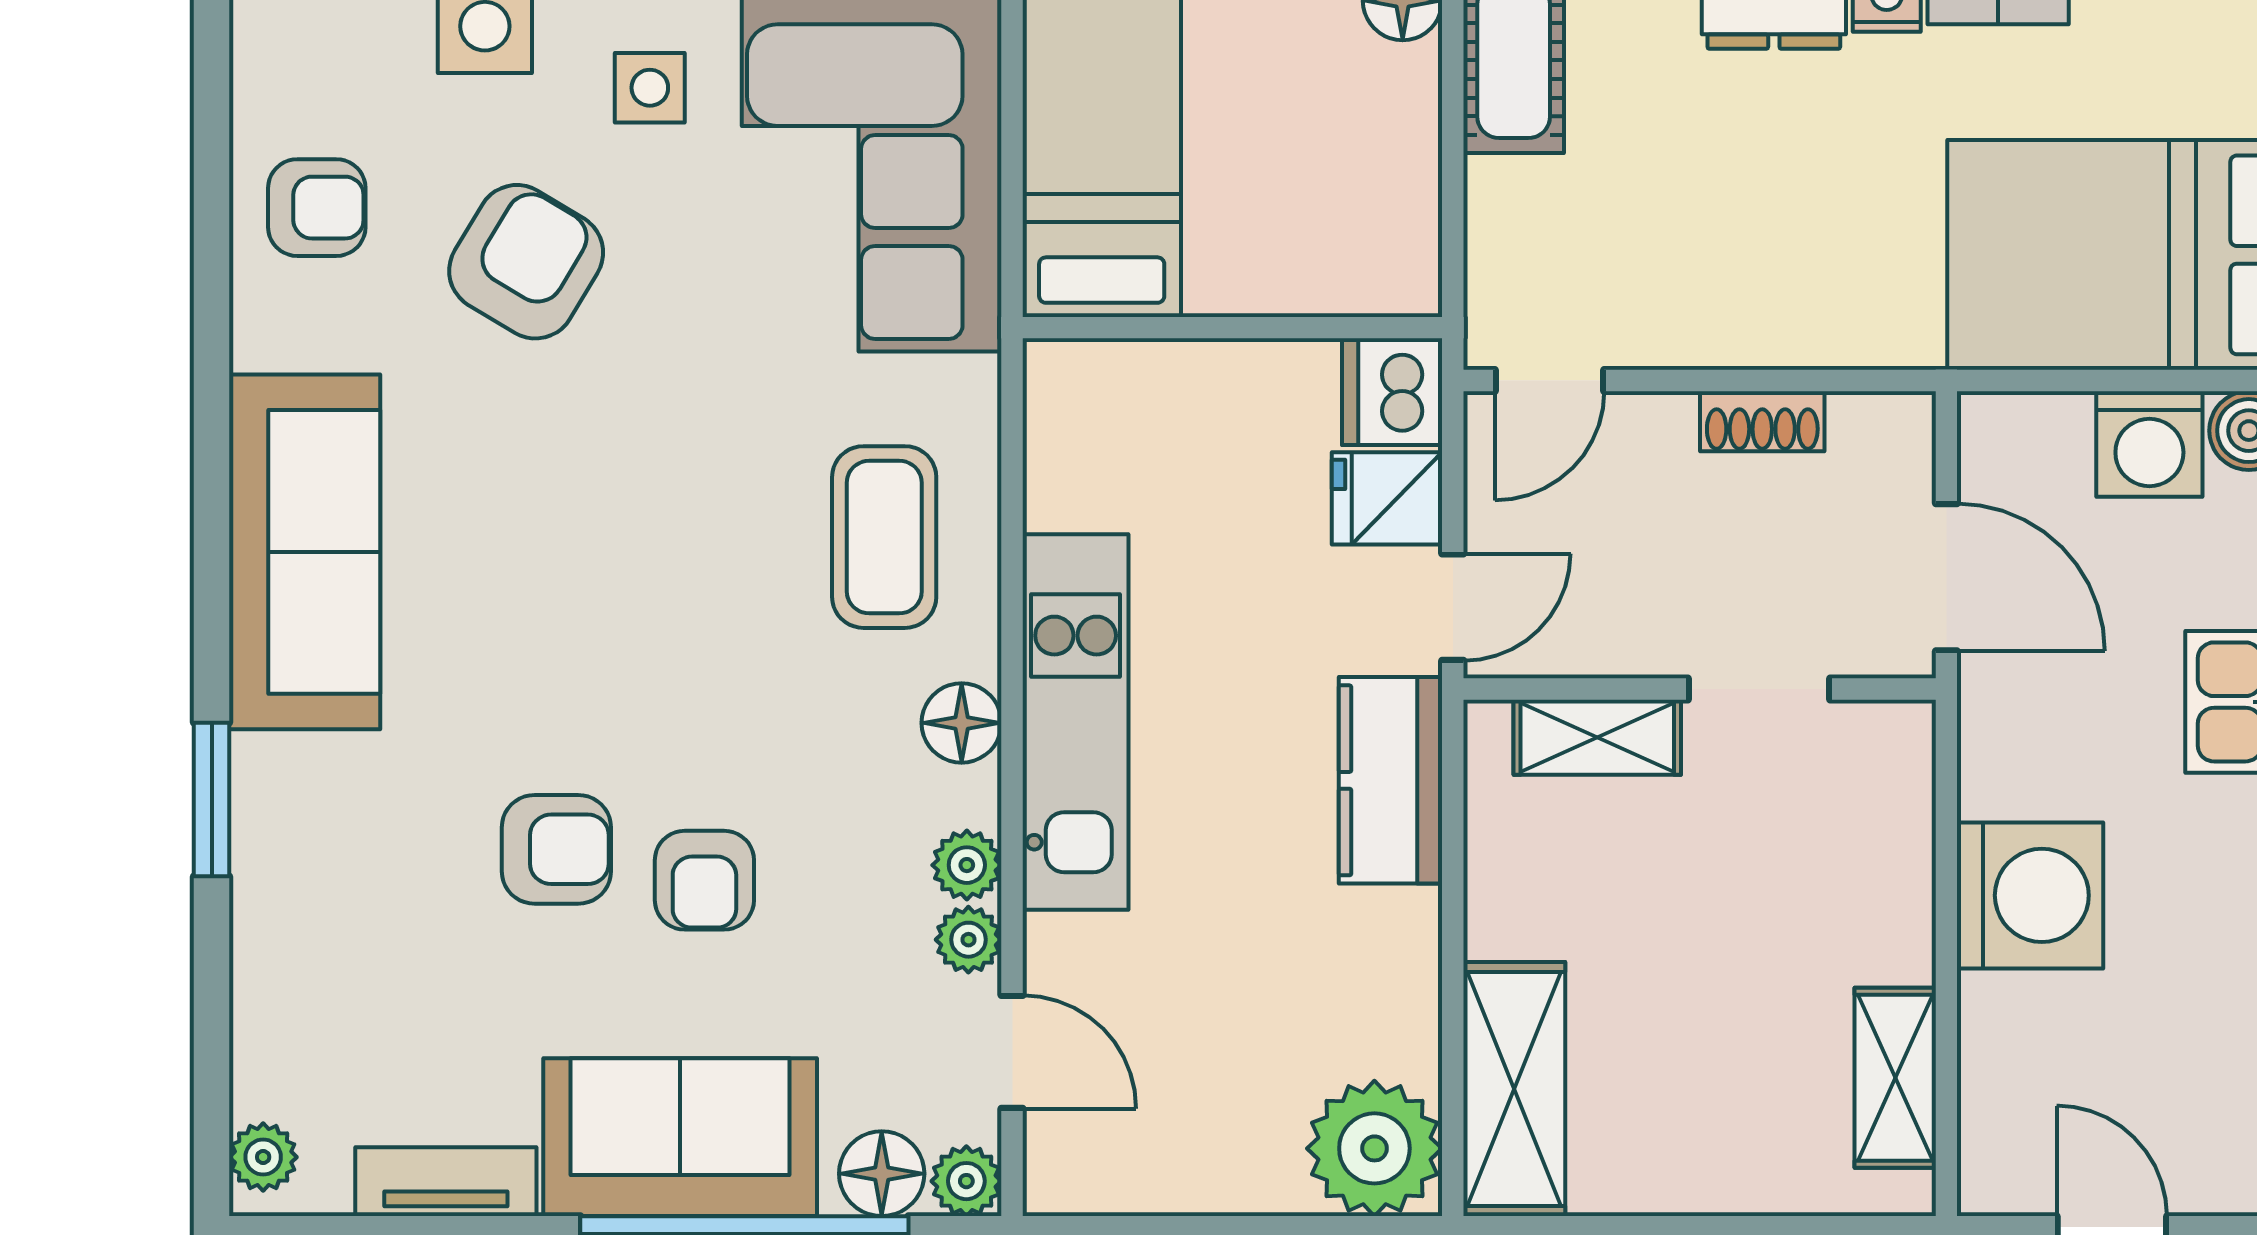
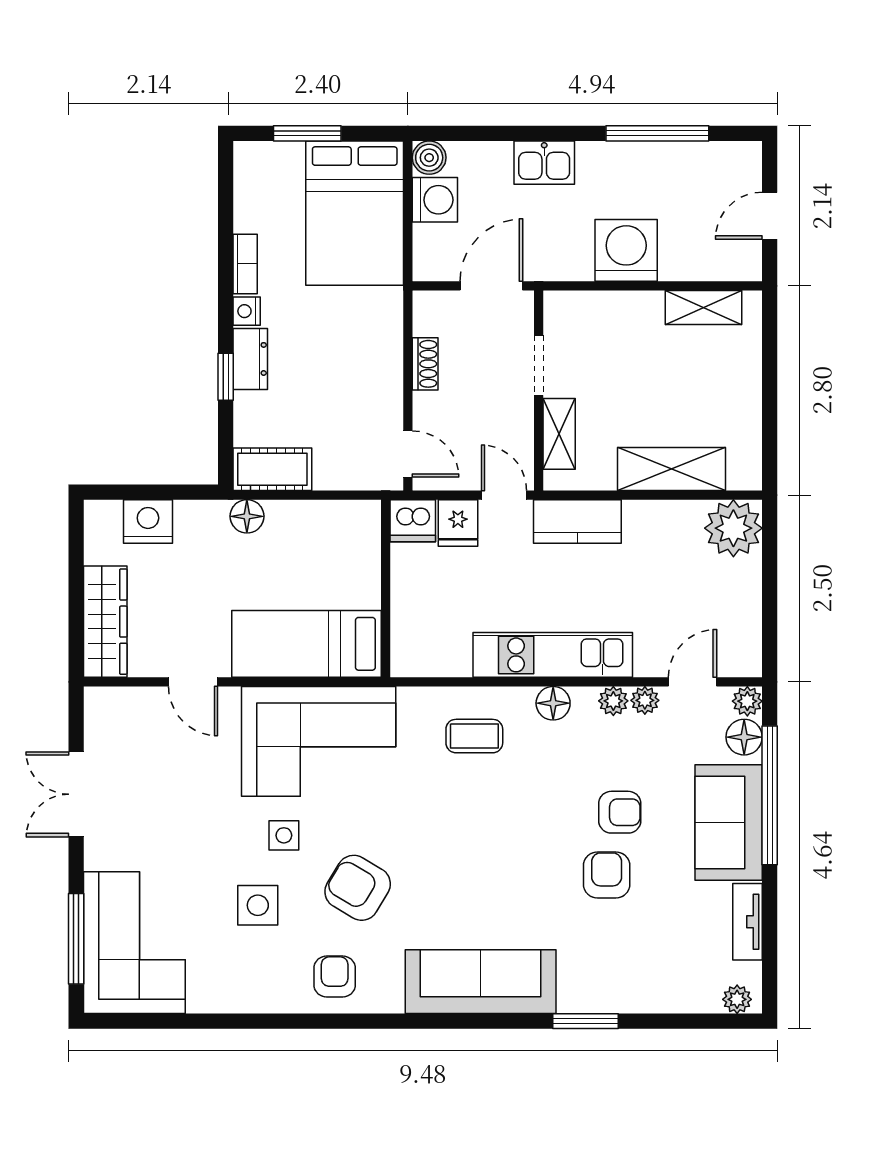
coffee table: (884, 537) -> (474, 736), width x0.73, depth x0.77
shelving: (1514, 1089) -> (672, 469), moved

